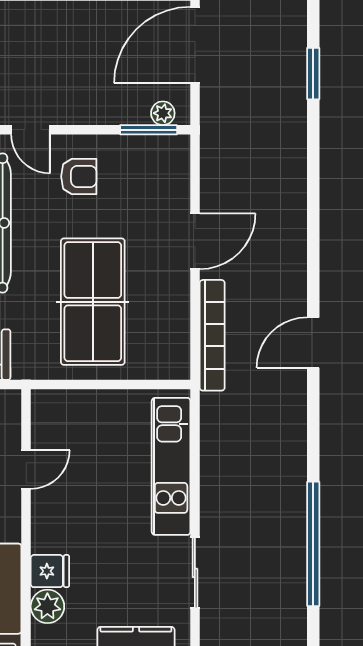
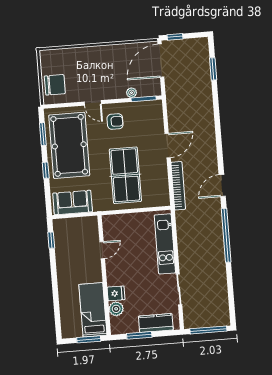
plant: (163, 113) -> (131, 93), moved
window: (313, 544) -> (226, 235), moved

